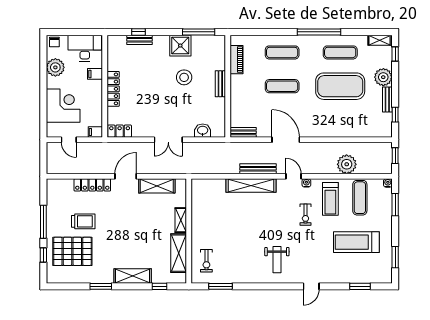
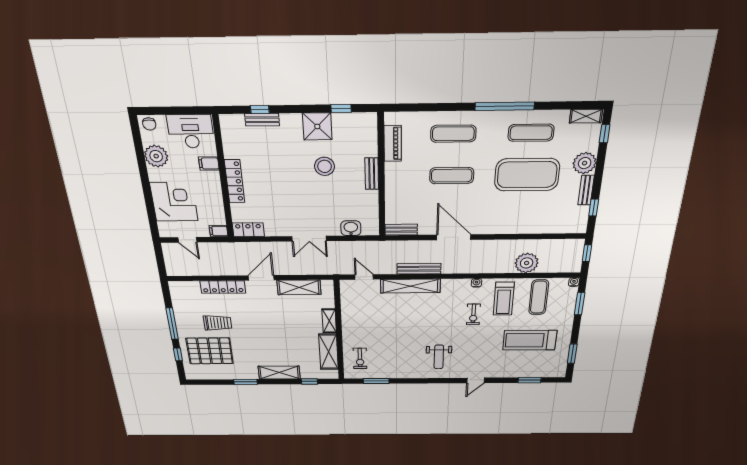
window: (199, 32) -> (341, 108), width x0.46
door: (294, 176) -> (364, 277), moved

